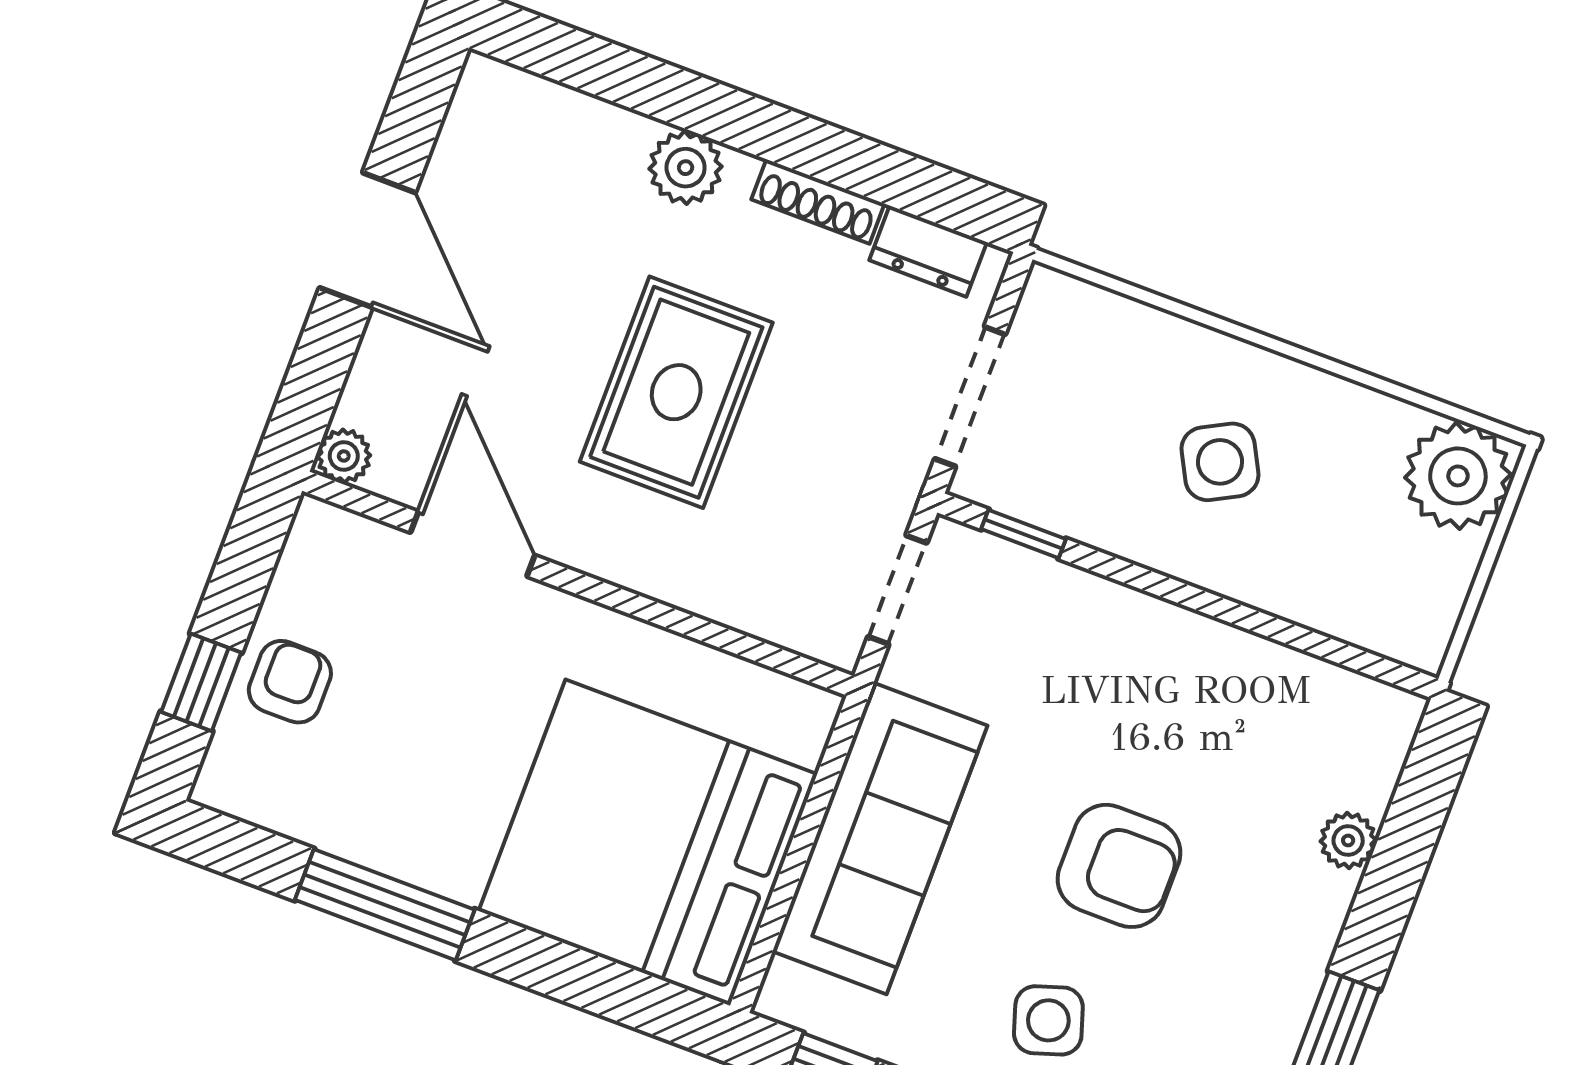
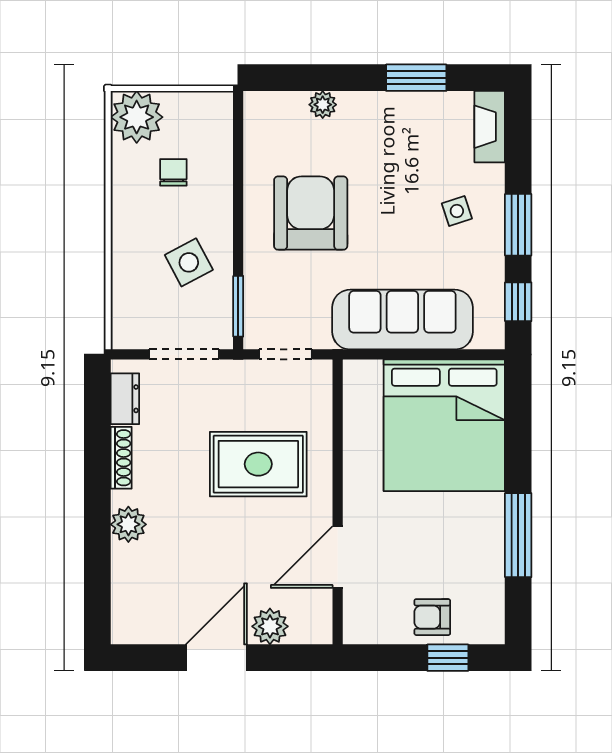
rug: (676, 392) -> (258, 464), moved
plant: (344, 456) -> (270, 626), moved, width x1.38, depth x1.38
side table: (1220, 462) -> (189, 262), moved
chair: (1326, 506) -> (173, 172), added
window: (1024, 534) -> (238, 306), width x1.50
armchair: (1119, 866) -> (311, 213), moved, width x1.36, depth x1.36
side table: (1048, 1020) -> (457, 211), width x0.73, depth x0.73

